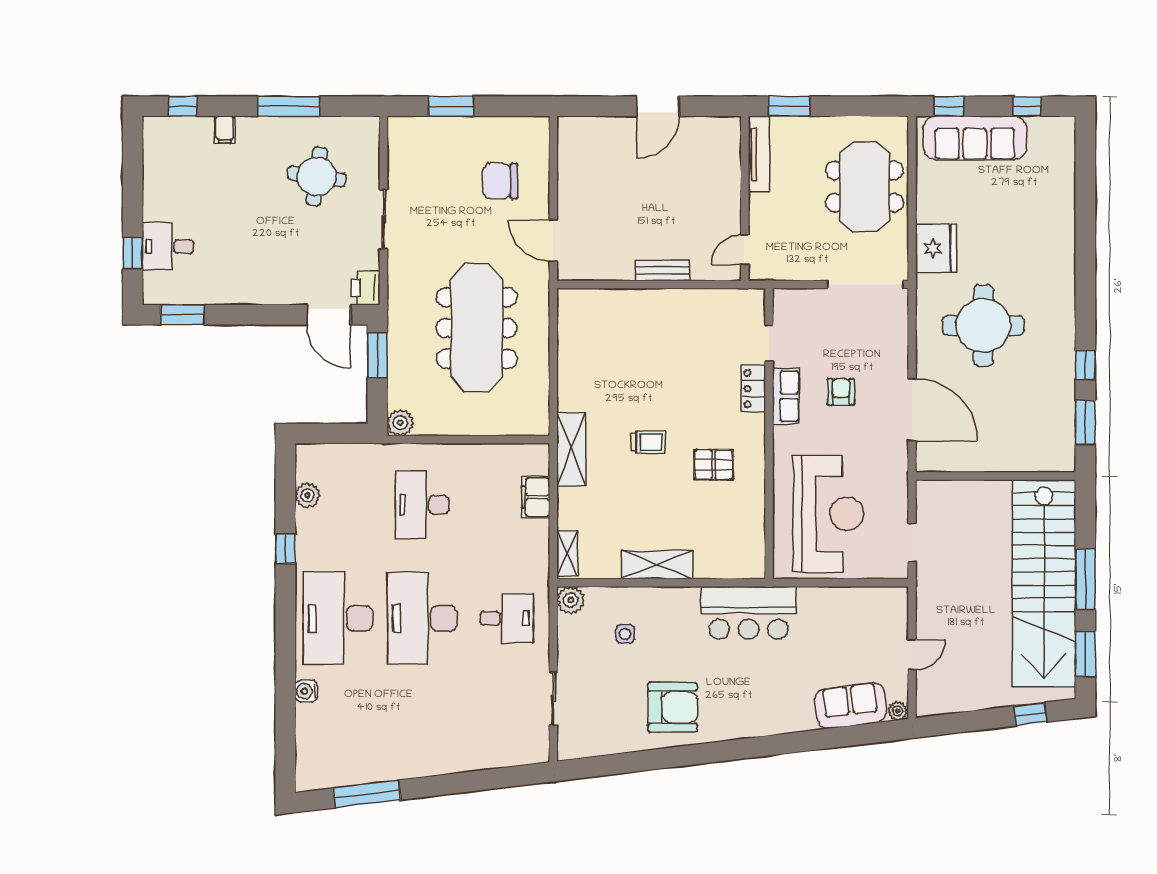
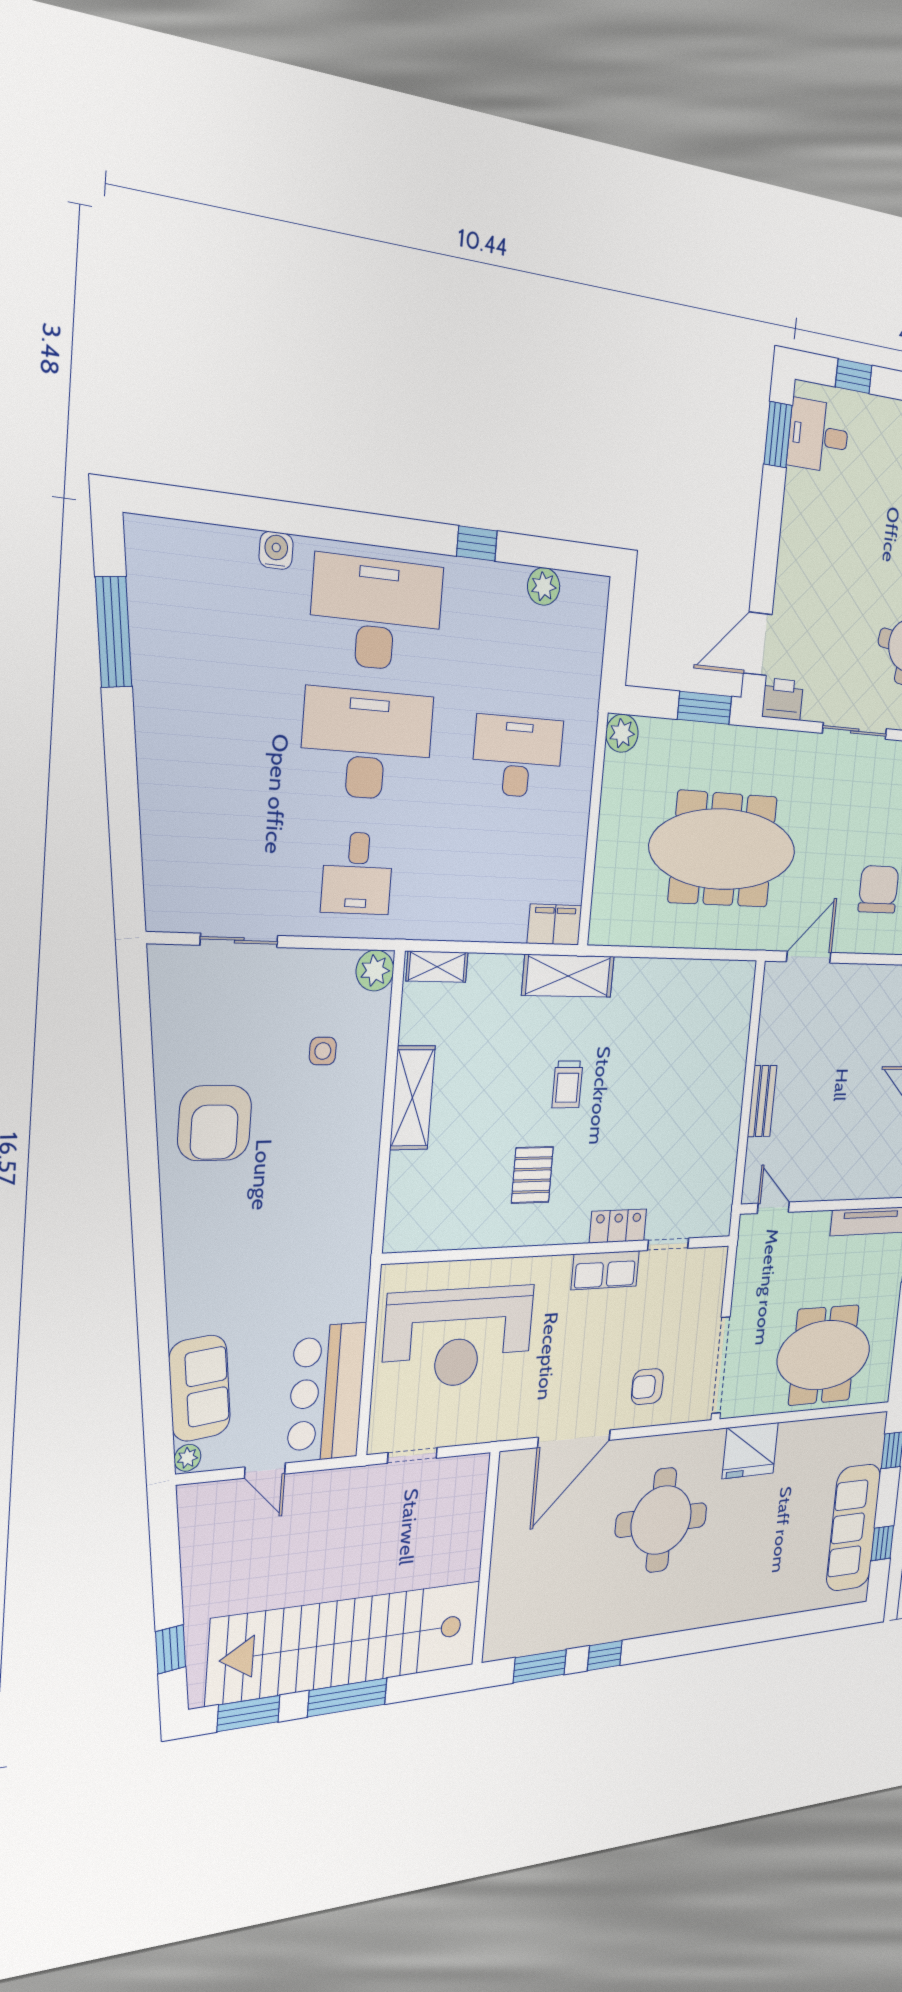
sofa: (975, 138) -> (854, 1528), moved
desk: (168, 247) -> (818, 436), moved, turned -90
armchair: (841, 392) -> (647, 1387), moved, turned 180
filing cabinet: (536, 497) -> (555, 925), moved
bar counter: (749, 613) -> (327, 1392), moved

